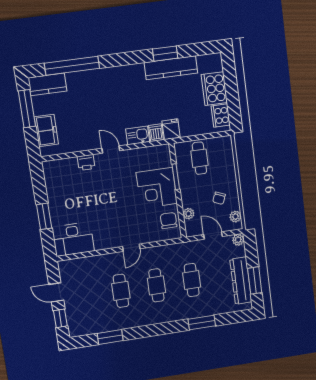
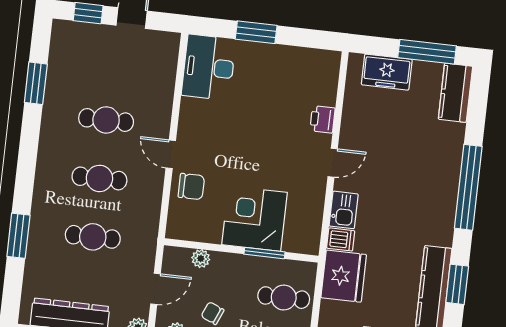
window: (72, 66) -> (468, 187), moved
fridge: (171, 129) -> (344, 276), width x1.88, depth x1.34
chair: (169, 221) -> (191, 186), moved

